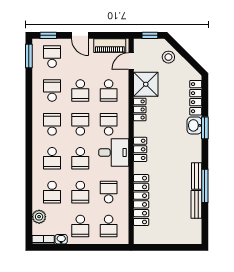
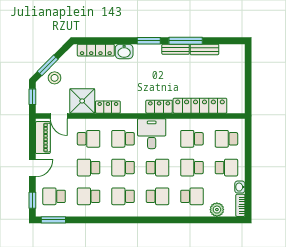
window: (181, 50) -> (48, 65), added
school desk: (80, 90) -> (89, 168), turned 180
window: (205, 128) -> (149, 41), moved
locker: (140, 149) -> (159, 107), moved
school desk: (80, 192) -> (192, 168), turned 180
school desk: (109, 226) -> (226, 139), turned 180

